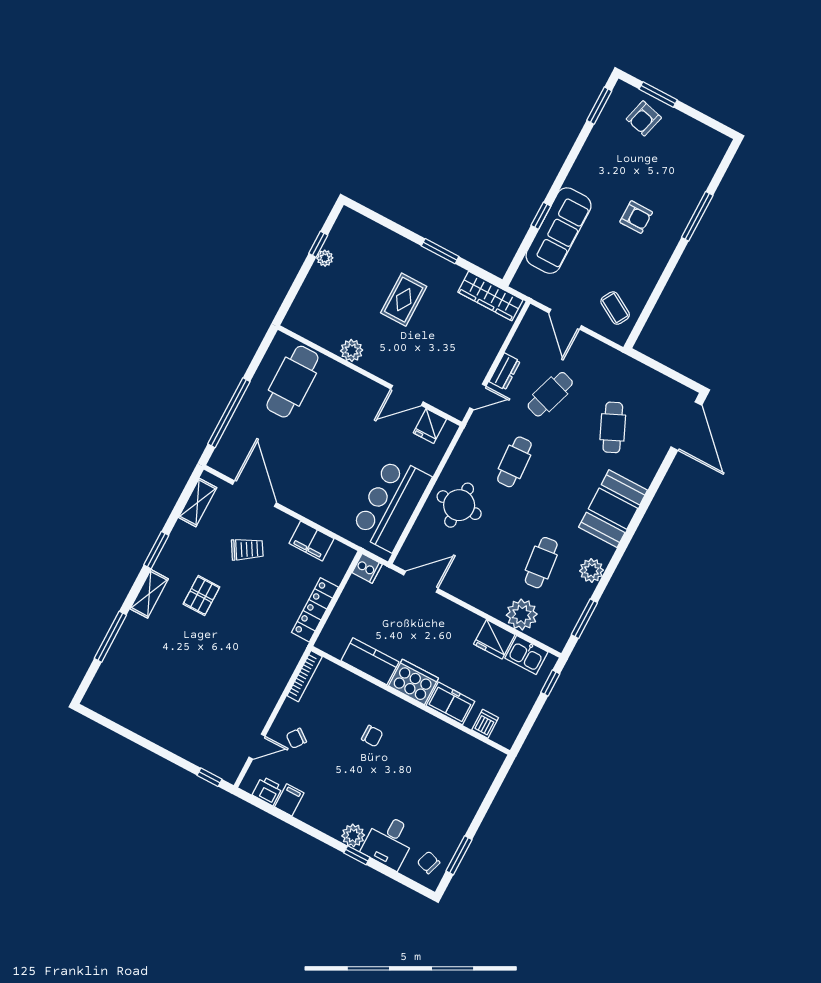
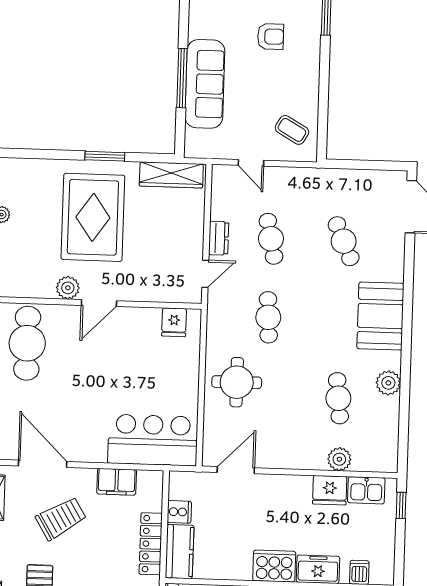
window: (541, 216) -> (182, 78), width x2.17
rug: (404, 300) -> (93, 217), width x1.86, depth x2.06
door: (565, 319) -> (251, 163), width x0.73
cafe table: (550, 394) -> (271, 239), turned -30
door: (407, 395) -> (99, 303), moved
bar counter: (391, 504) -> (153, 440), moved, turned 90
trolley: (247, 549) -> (61, 518), width x1.36, depth x1.39
cooker: (367, 568) -> (179, 512), moved
plant: (522, 615) -> (339, 459), width x0.73, depth x0.73
window: (584, 619) -> (404, 431), removed
kitchen counter: (370, 661) -> (180, 552), moved, turned 90

